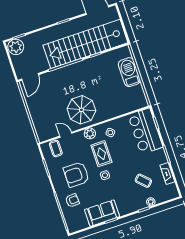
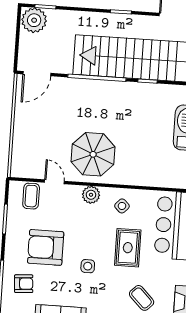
rug: (101, 154) -> (128, 248), moved

